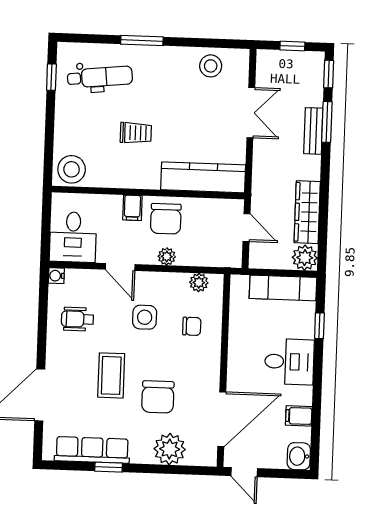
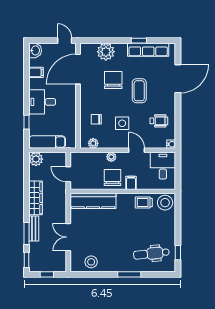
trolley: (136, 133) -> (144, 202), moved
wardrobe: (307, 212) -> (35, 198), moved

